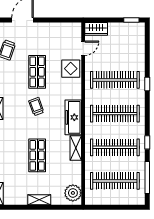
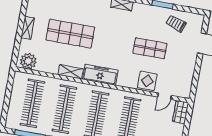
door: (83, 48) -> (164, 96), hinge flipped
trolley: (36, 107) -> (117, 41), removed
shop shelf: (37, 155) -> (70, 34), width x1.43, depth x1.36

